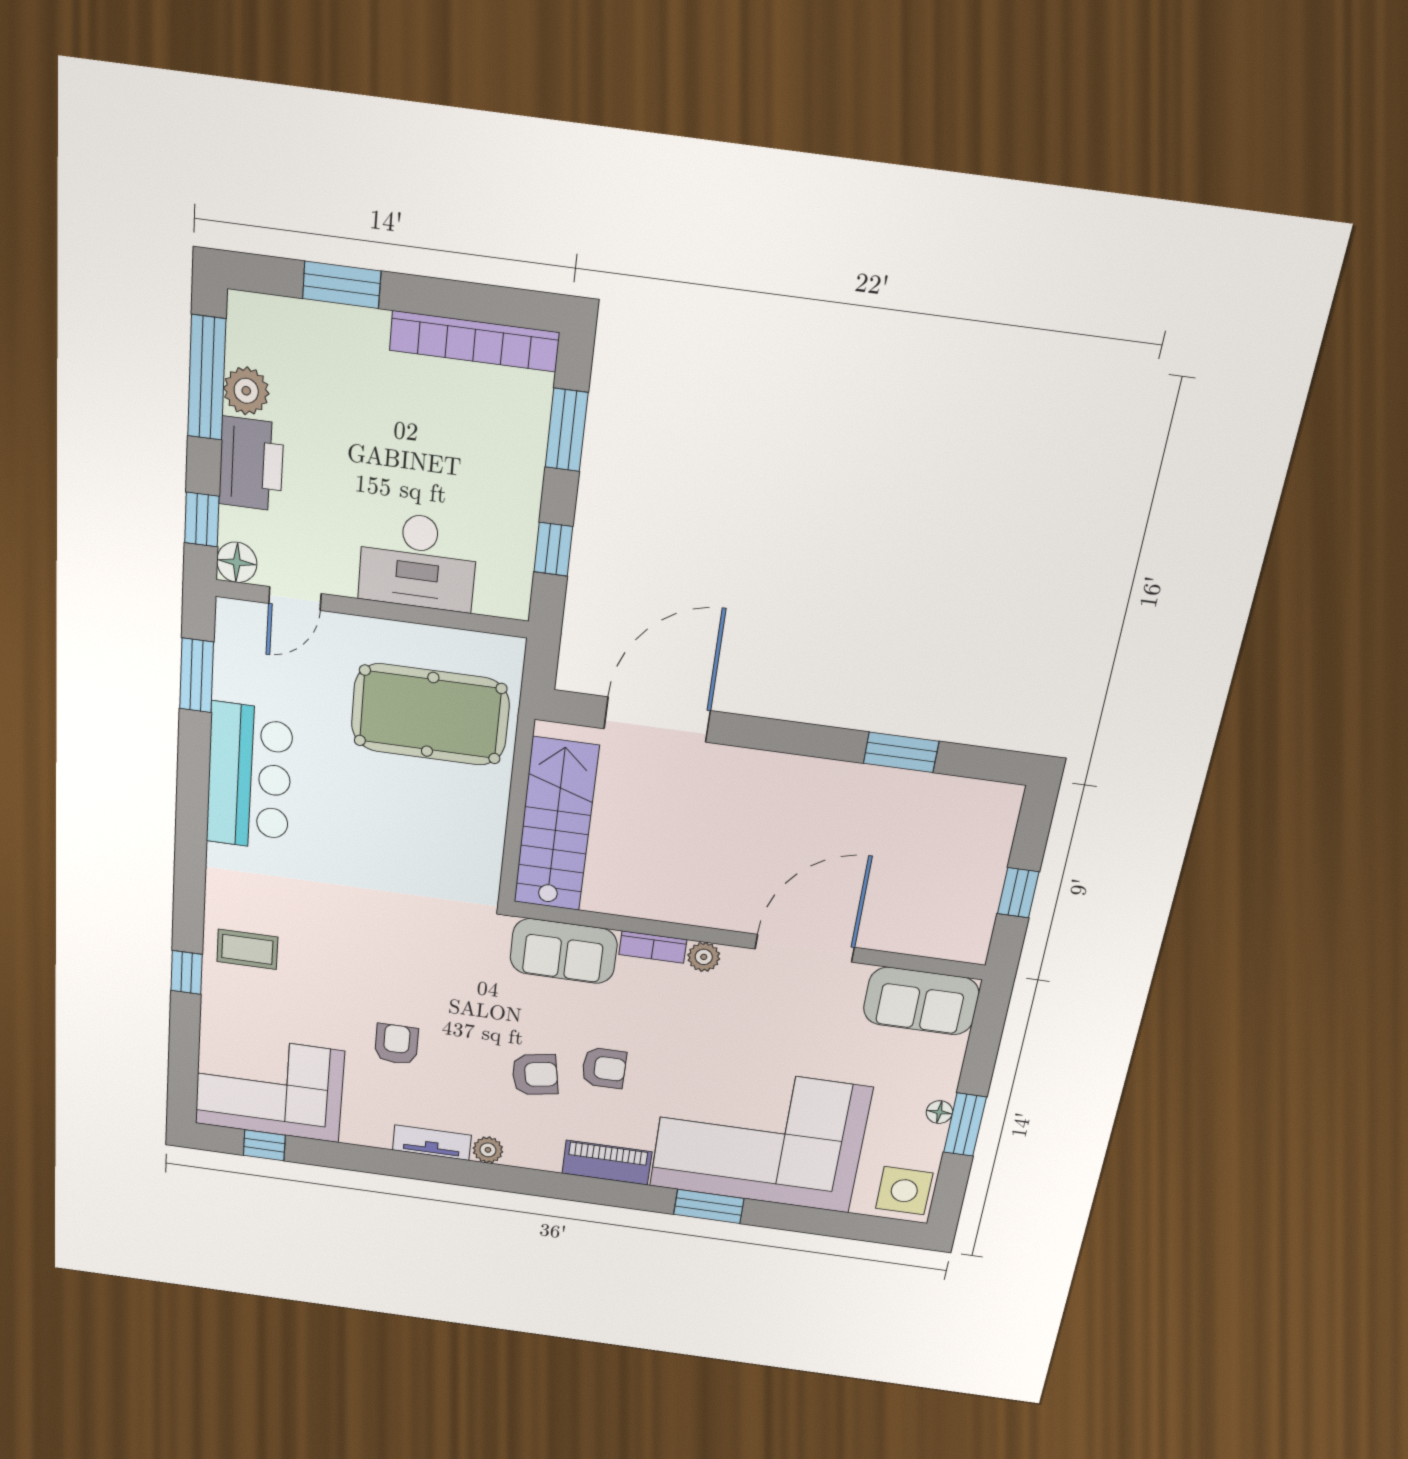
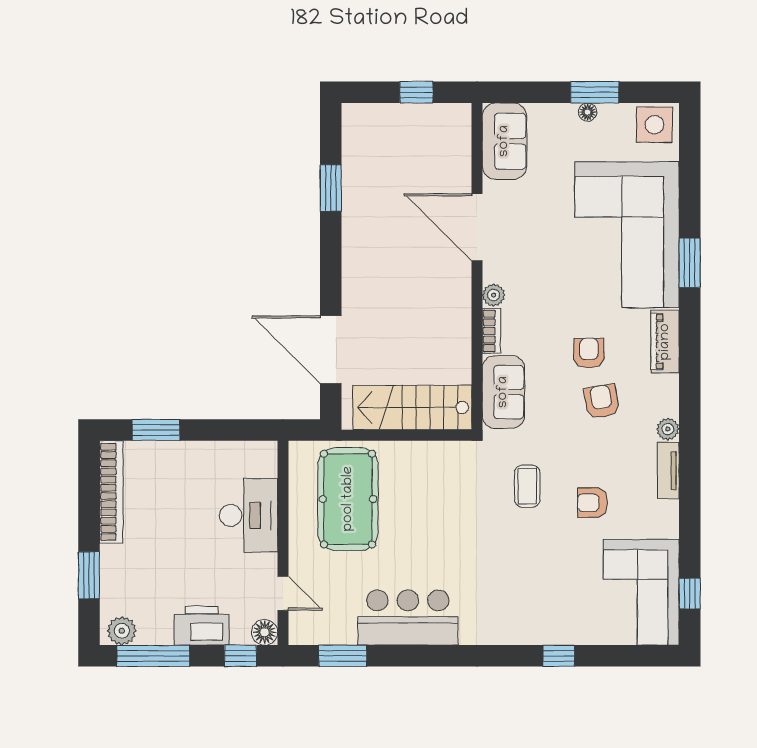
plant: (246, 391) -> (122, 631), moved
window: (553, 549) -> (230, 430), removed
coffee table: (247, 949) -> (527, 486), moved

